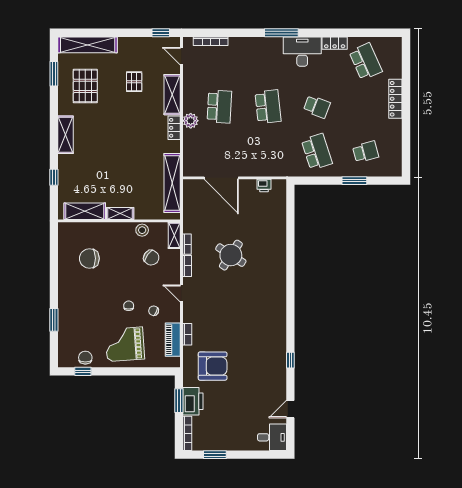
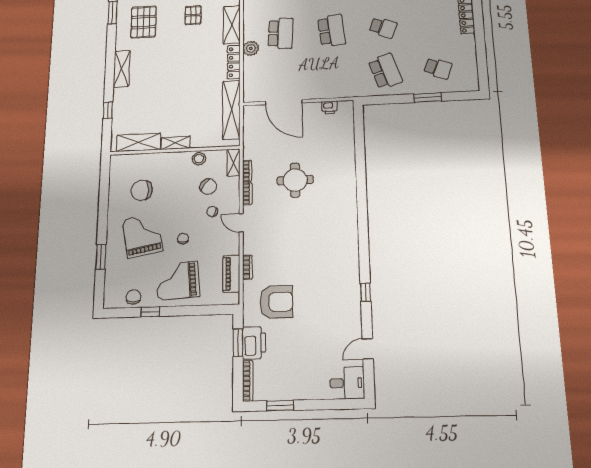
locker: (174, 128) -> (234, 62), width x1.53
school desk: (366, 152) -> (438, 68), turned 36
round table: (231, 255) -> (295, 180), turned -33
grand piano: (91, 301) -> (142, 235), added
chair: (154, 311) -> (212, 212), moved
window: (83, 371) -> (150, 312), moved

